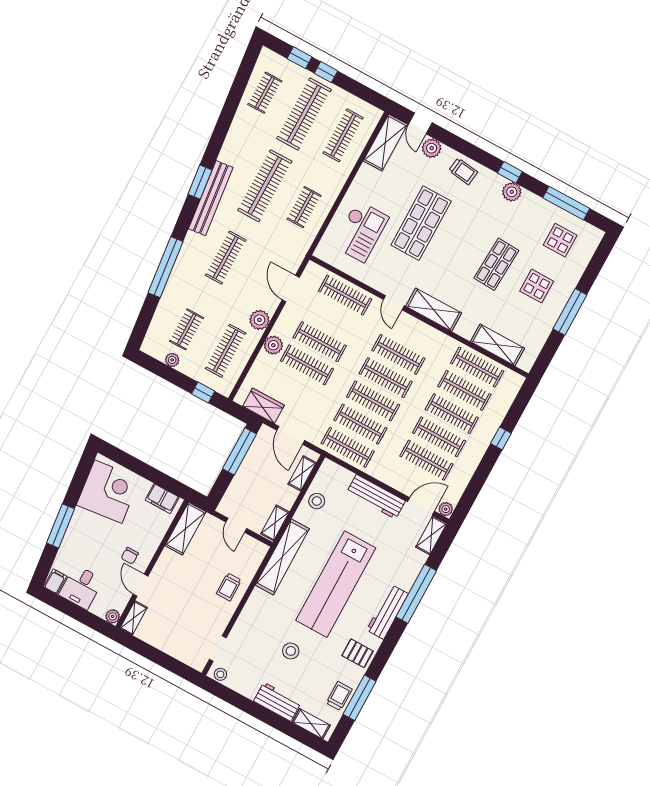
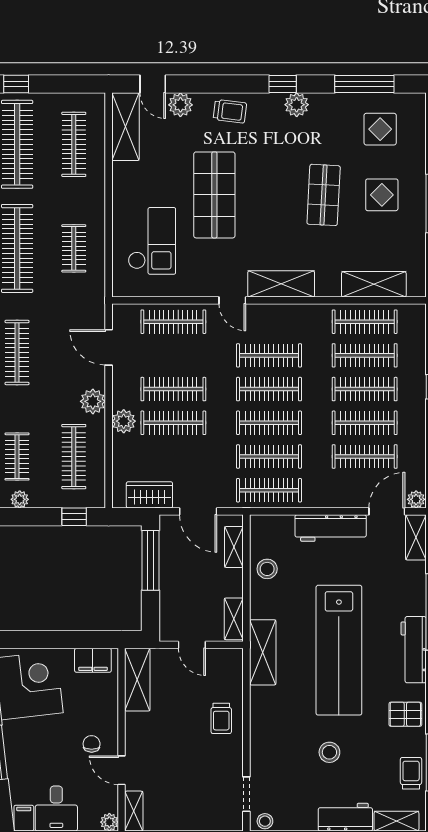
chair: (130, 556) -> (92, 744), turned 180
shelving: (282, 557) -> (263, 652), width x0.68

